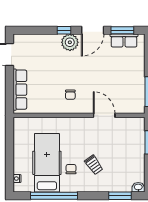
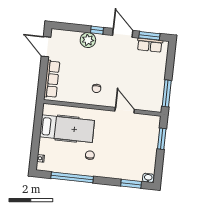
door: (93, 30) -> (123, 33), swing flipped
plant: (70, 42) -> (88, 40), moved
hospital bed: (47, 163) -> (67, 129), moved, turned 90
trolley: (94, 165) -> (111, 153), removed

